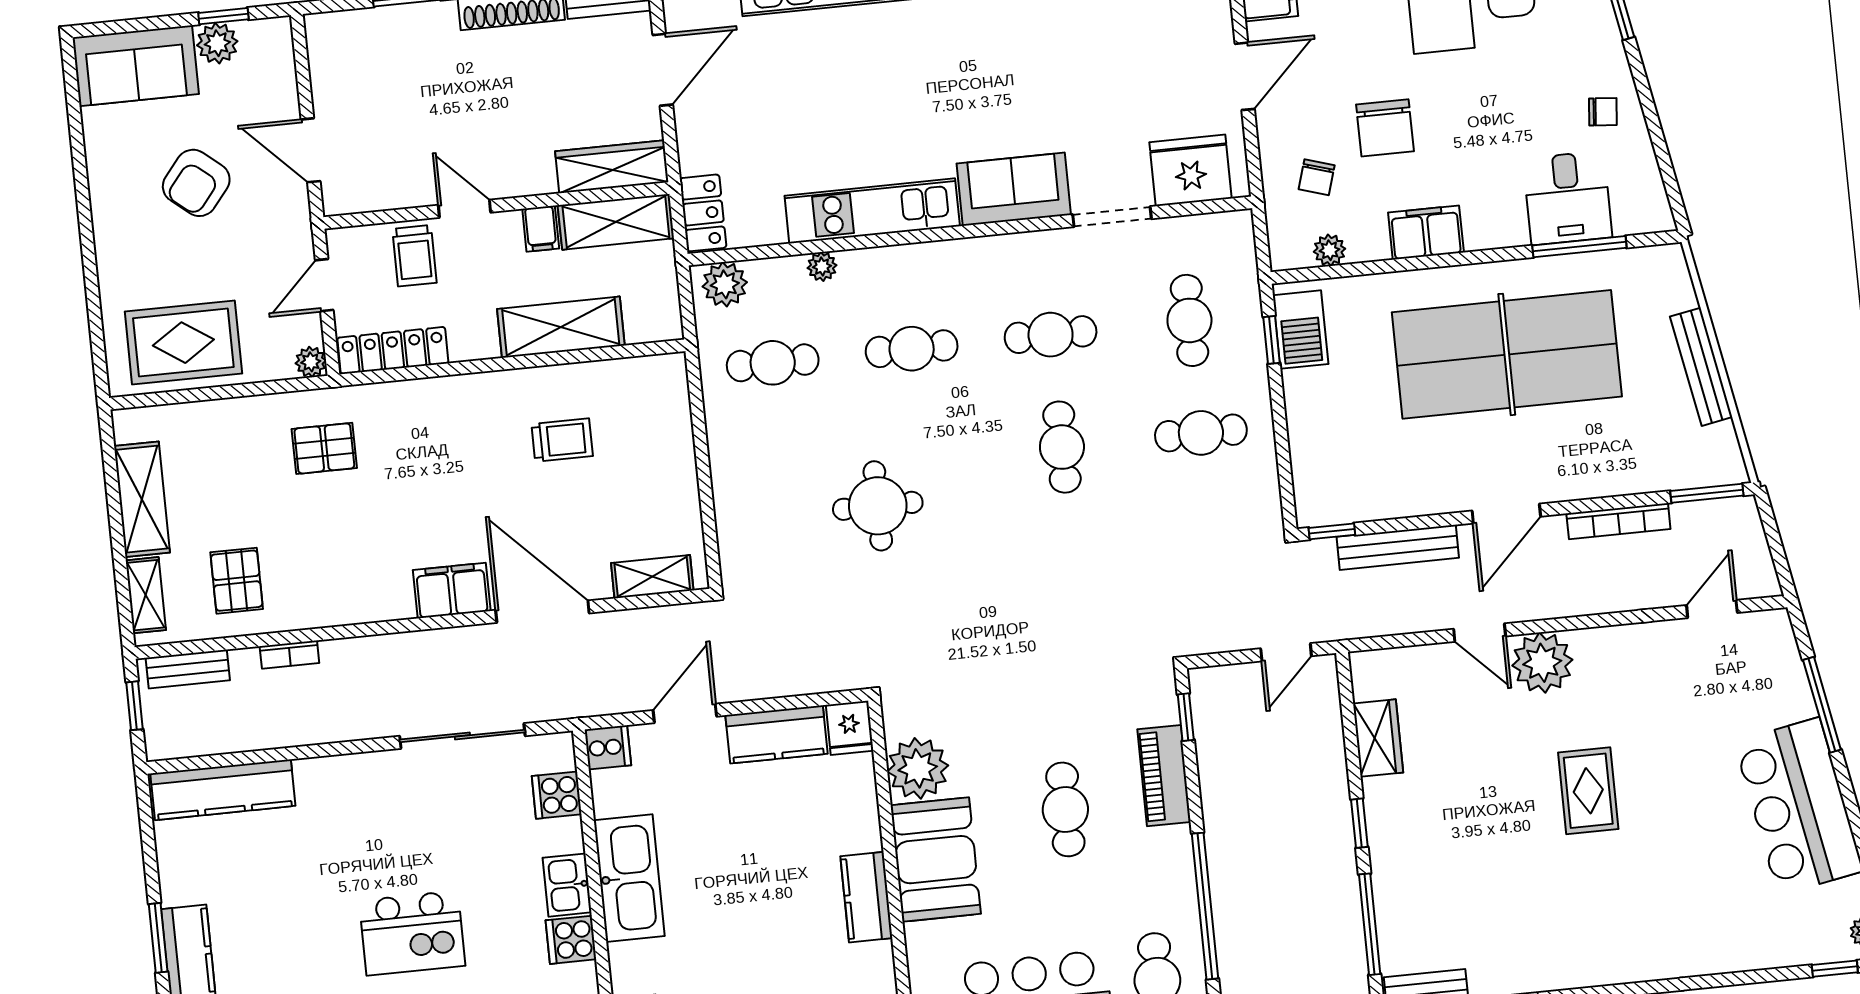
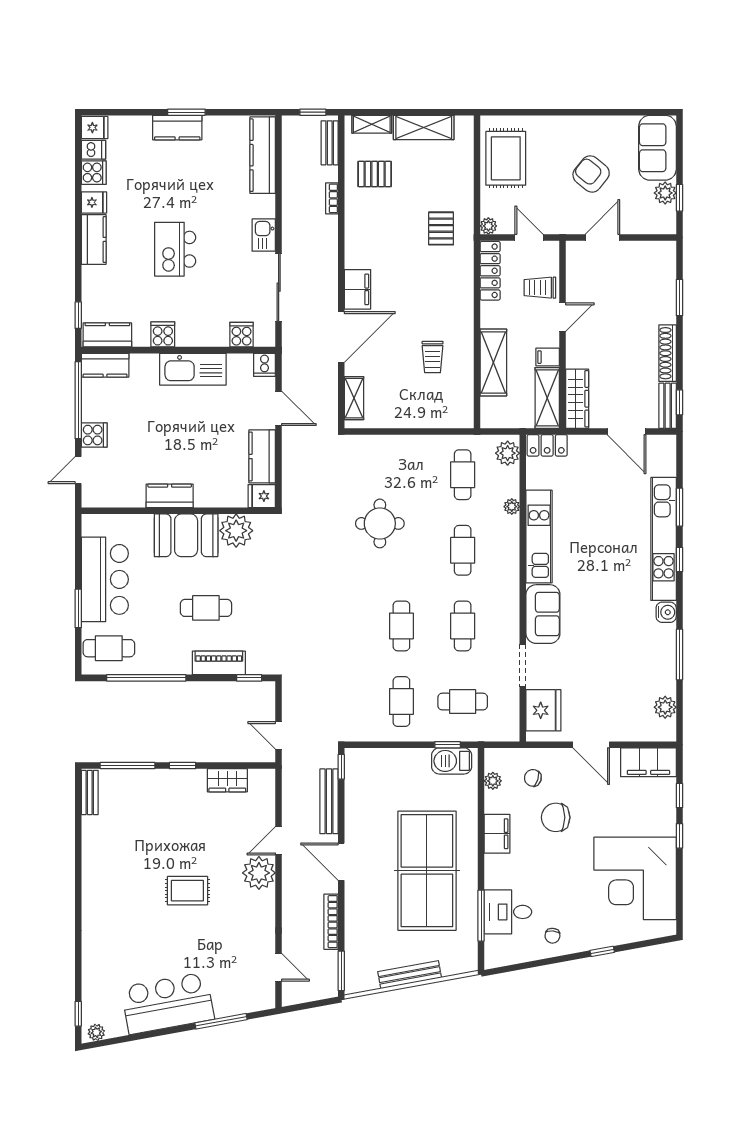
cafe table: (1062, 447) -> (401, 626), turned 90
kitchen sink: (567, 885) -> (264, 235), moved, turned -90

